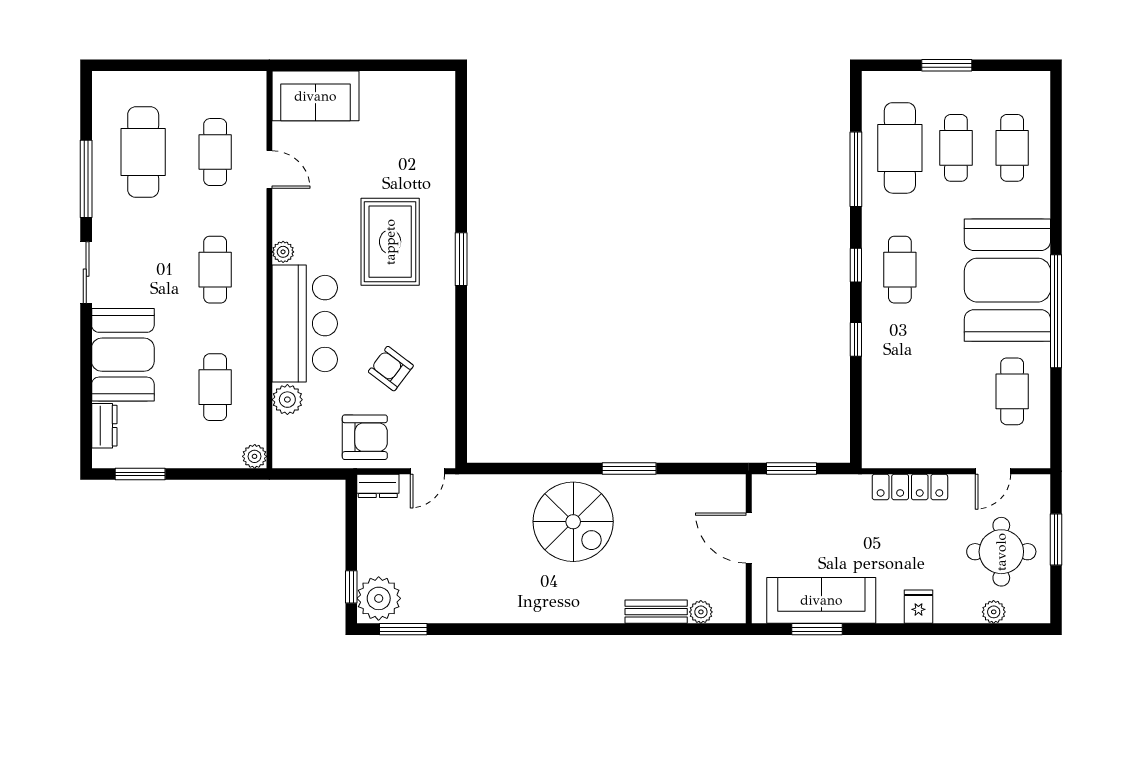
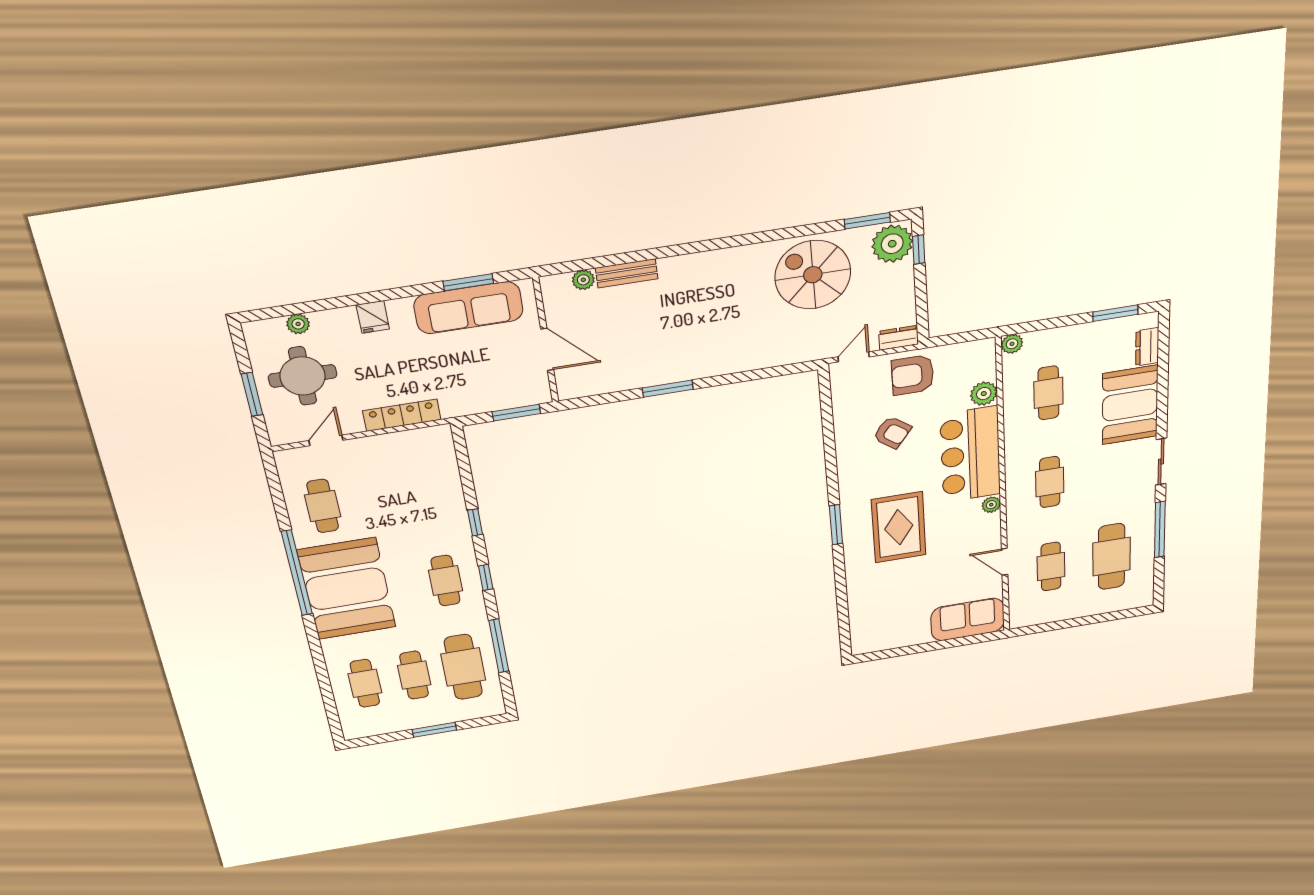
spiral stairs: (573, 522) -> (813, 275), moved

